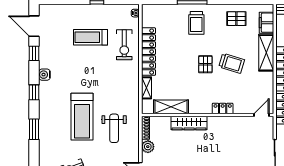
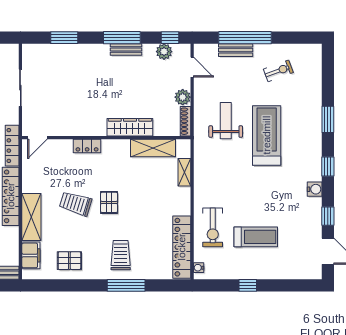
exercise bike: (124, 45) -> (213, 227), turned 180
locker: (148, 52) -> (182, 247), moved

